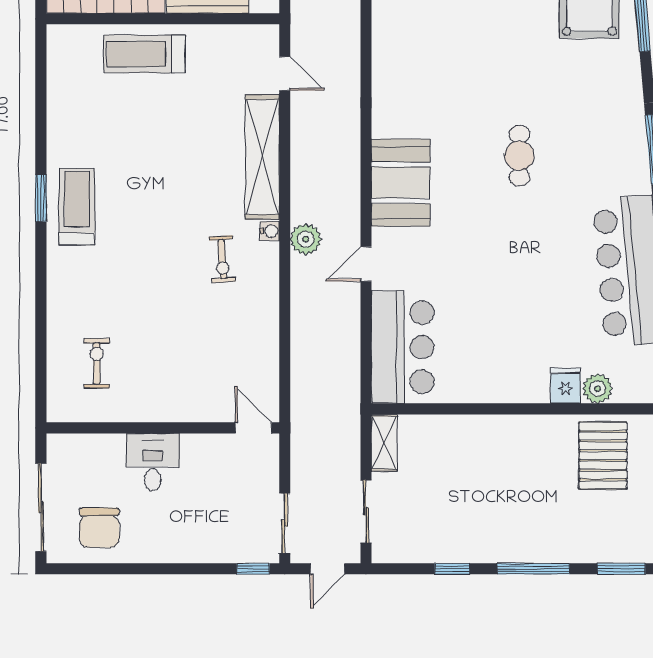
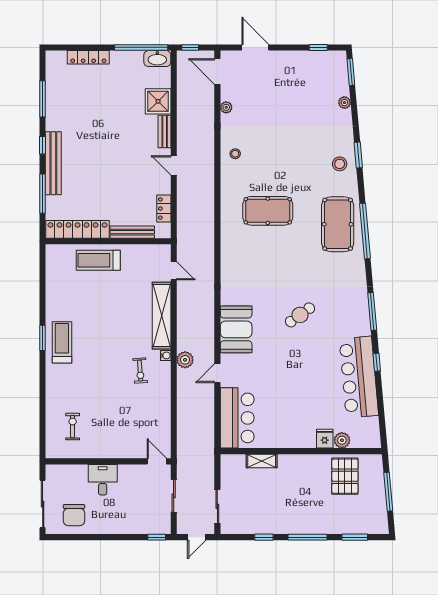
cafe table: (519, 156) -> (300, 315), turned 54
shelving: (384, 443) -> (262, 461), moved, turned 90
sliding door: (285, 523) -> (174, 496), moved

